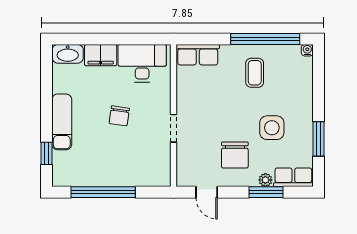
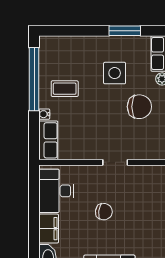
water cooler: (307, 50) -> (44, 114), moved

